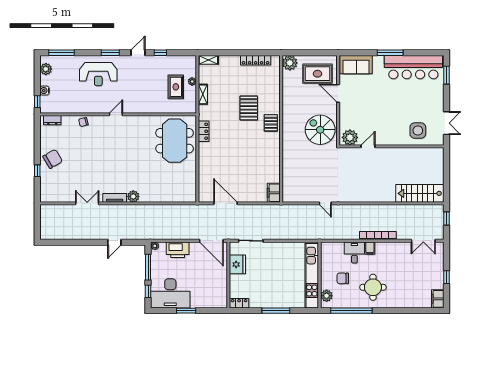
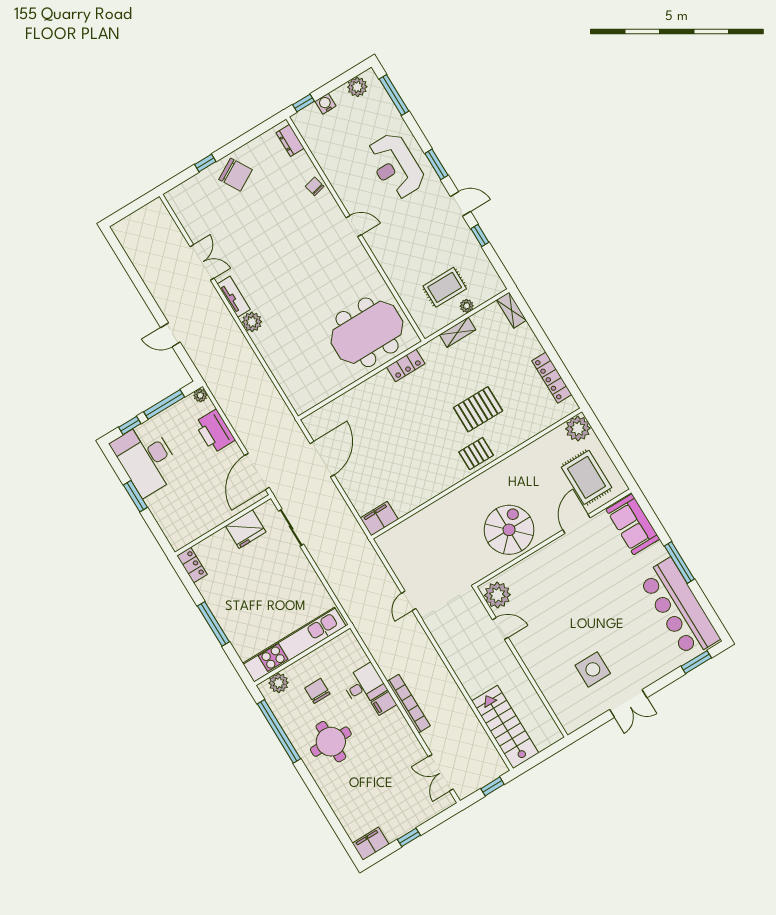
plant: (350, 137) -> (497, 595), moved
door: (368, 146) -> (500, 629), moved
wall: (392, 146) -> (521, 662), moved

